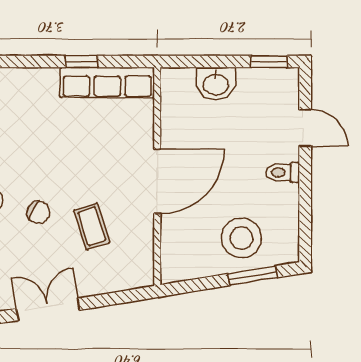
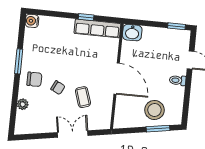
washbasin: (216, 84) -> (132, 33), moved
door: (157, 181) -> (117, 79), hinge flipped
double door: (48, 309) -> (73, 134), moved

